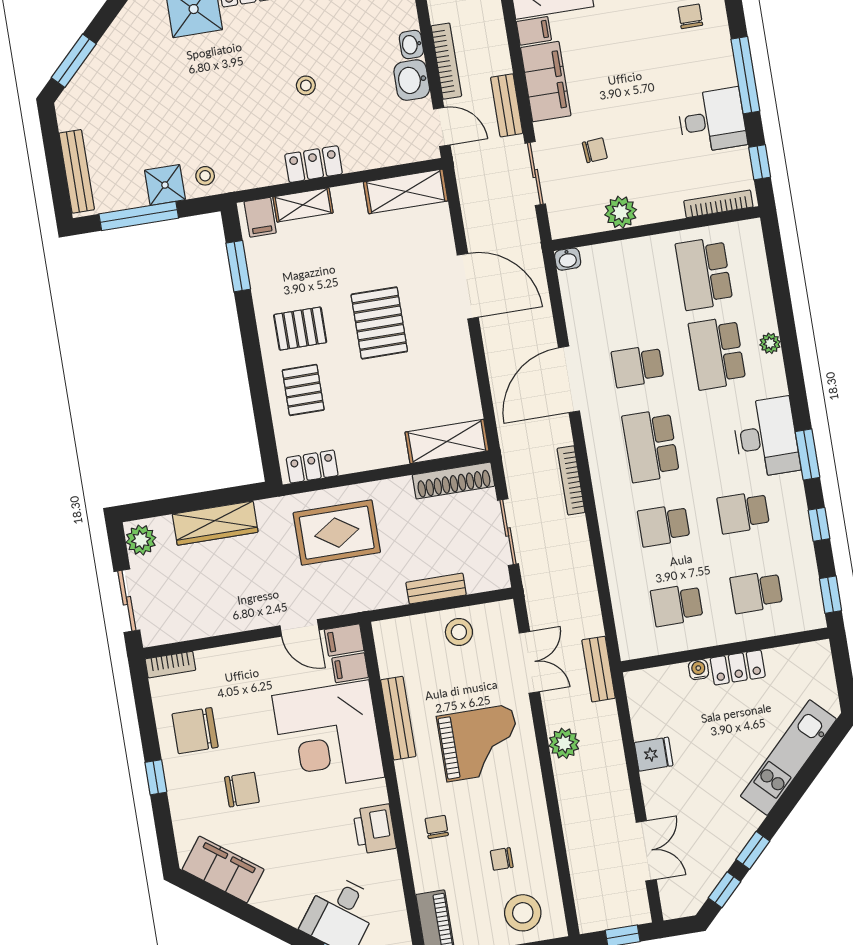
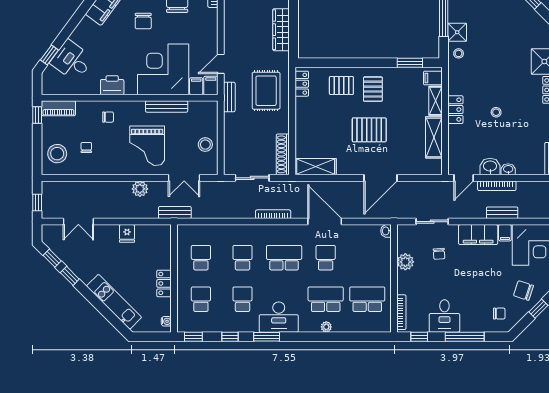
bench: (507, 105) -> (502, 213), moved
shelving: (406, 191) -> (434, 137), moved
shelving: (447, 441) -> (316, 167), moved, turned 90
bench: (436, 589) -> (229, 97), moved
water cooler: (699, 670) -> (166, 321), moved

